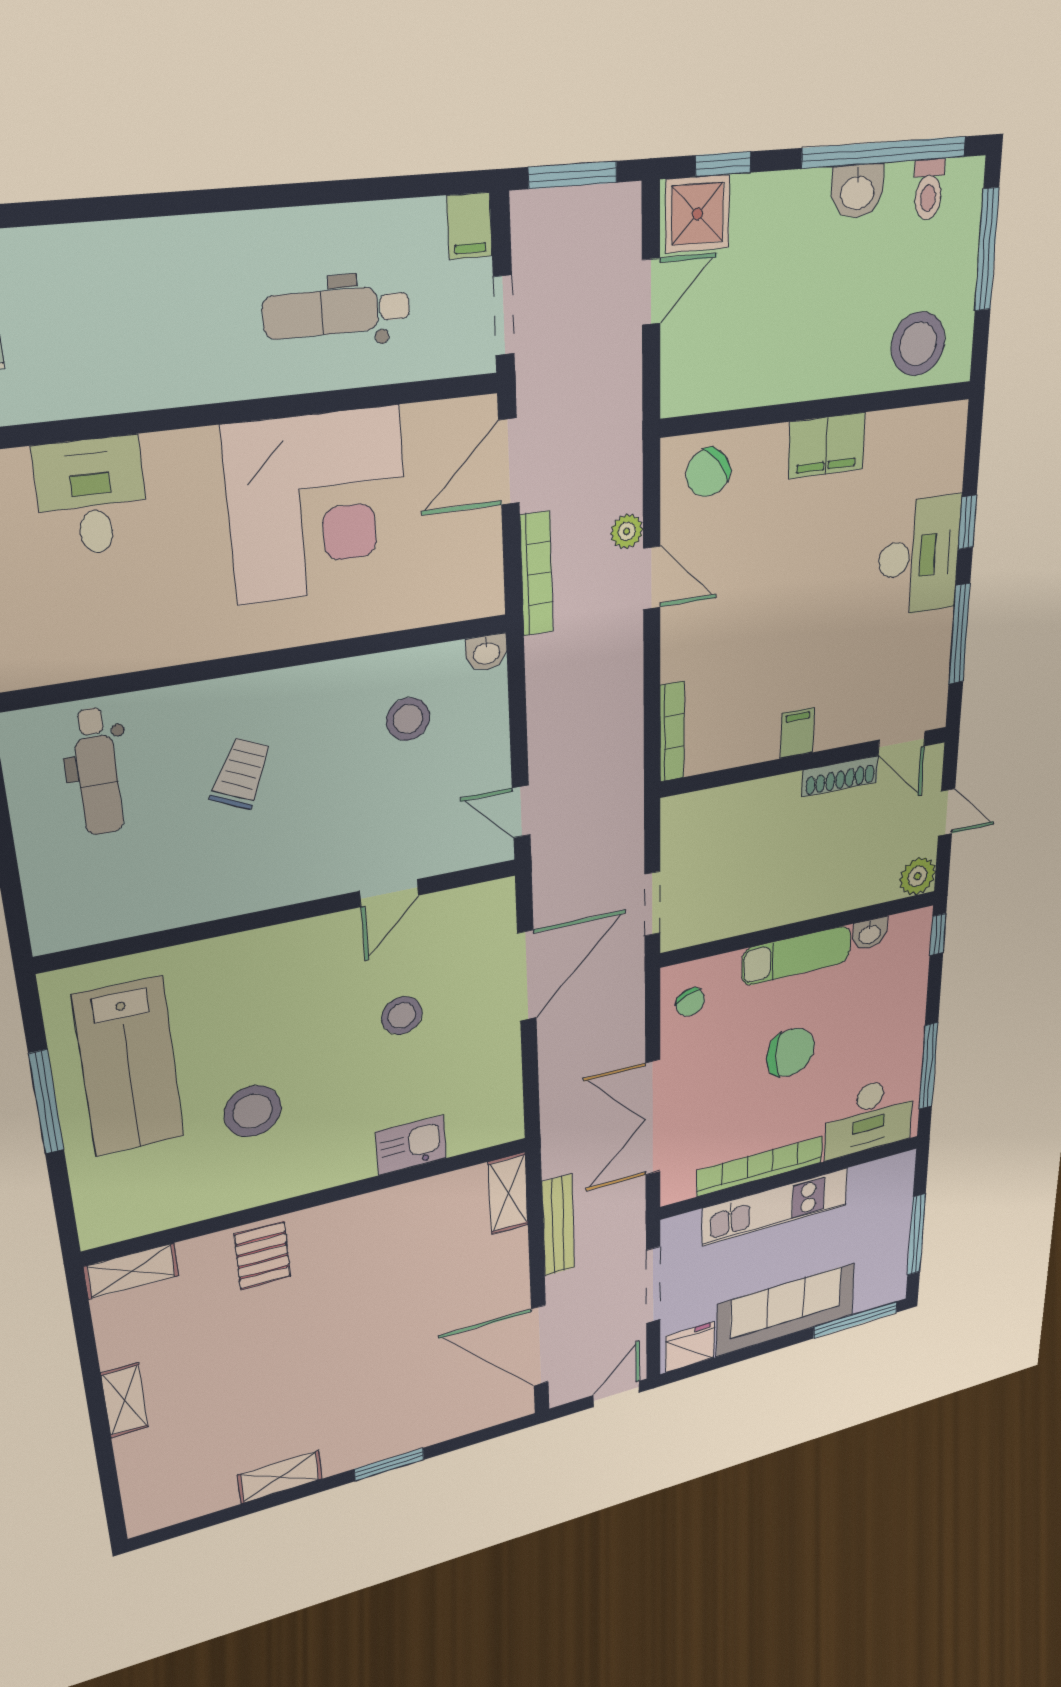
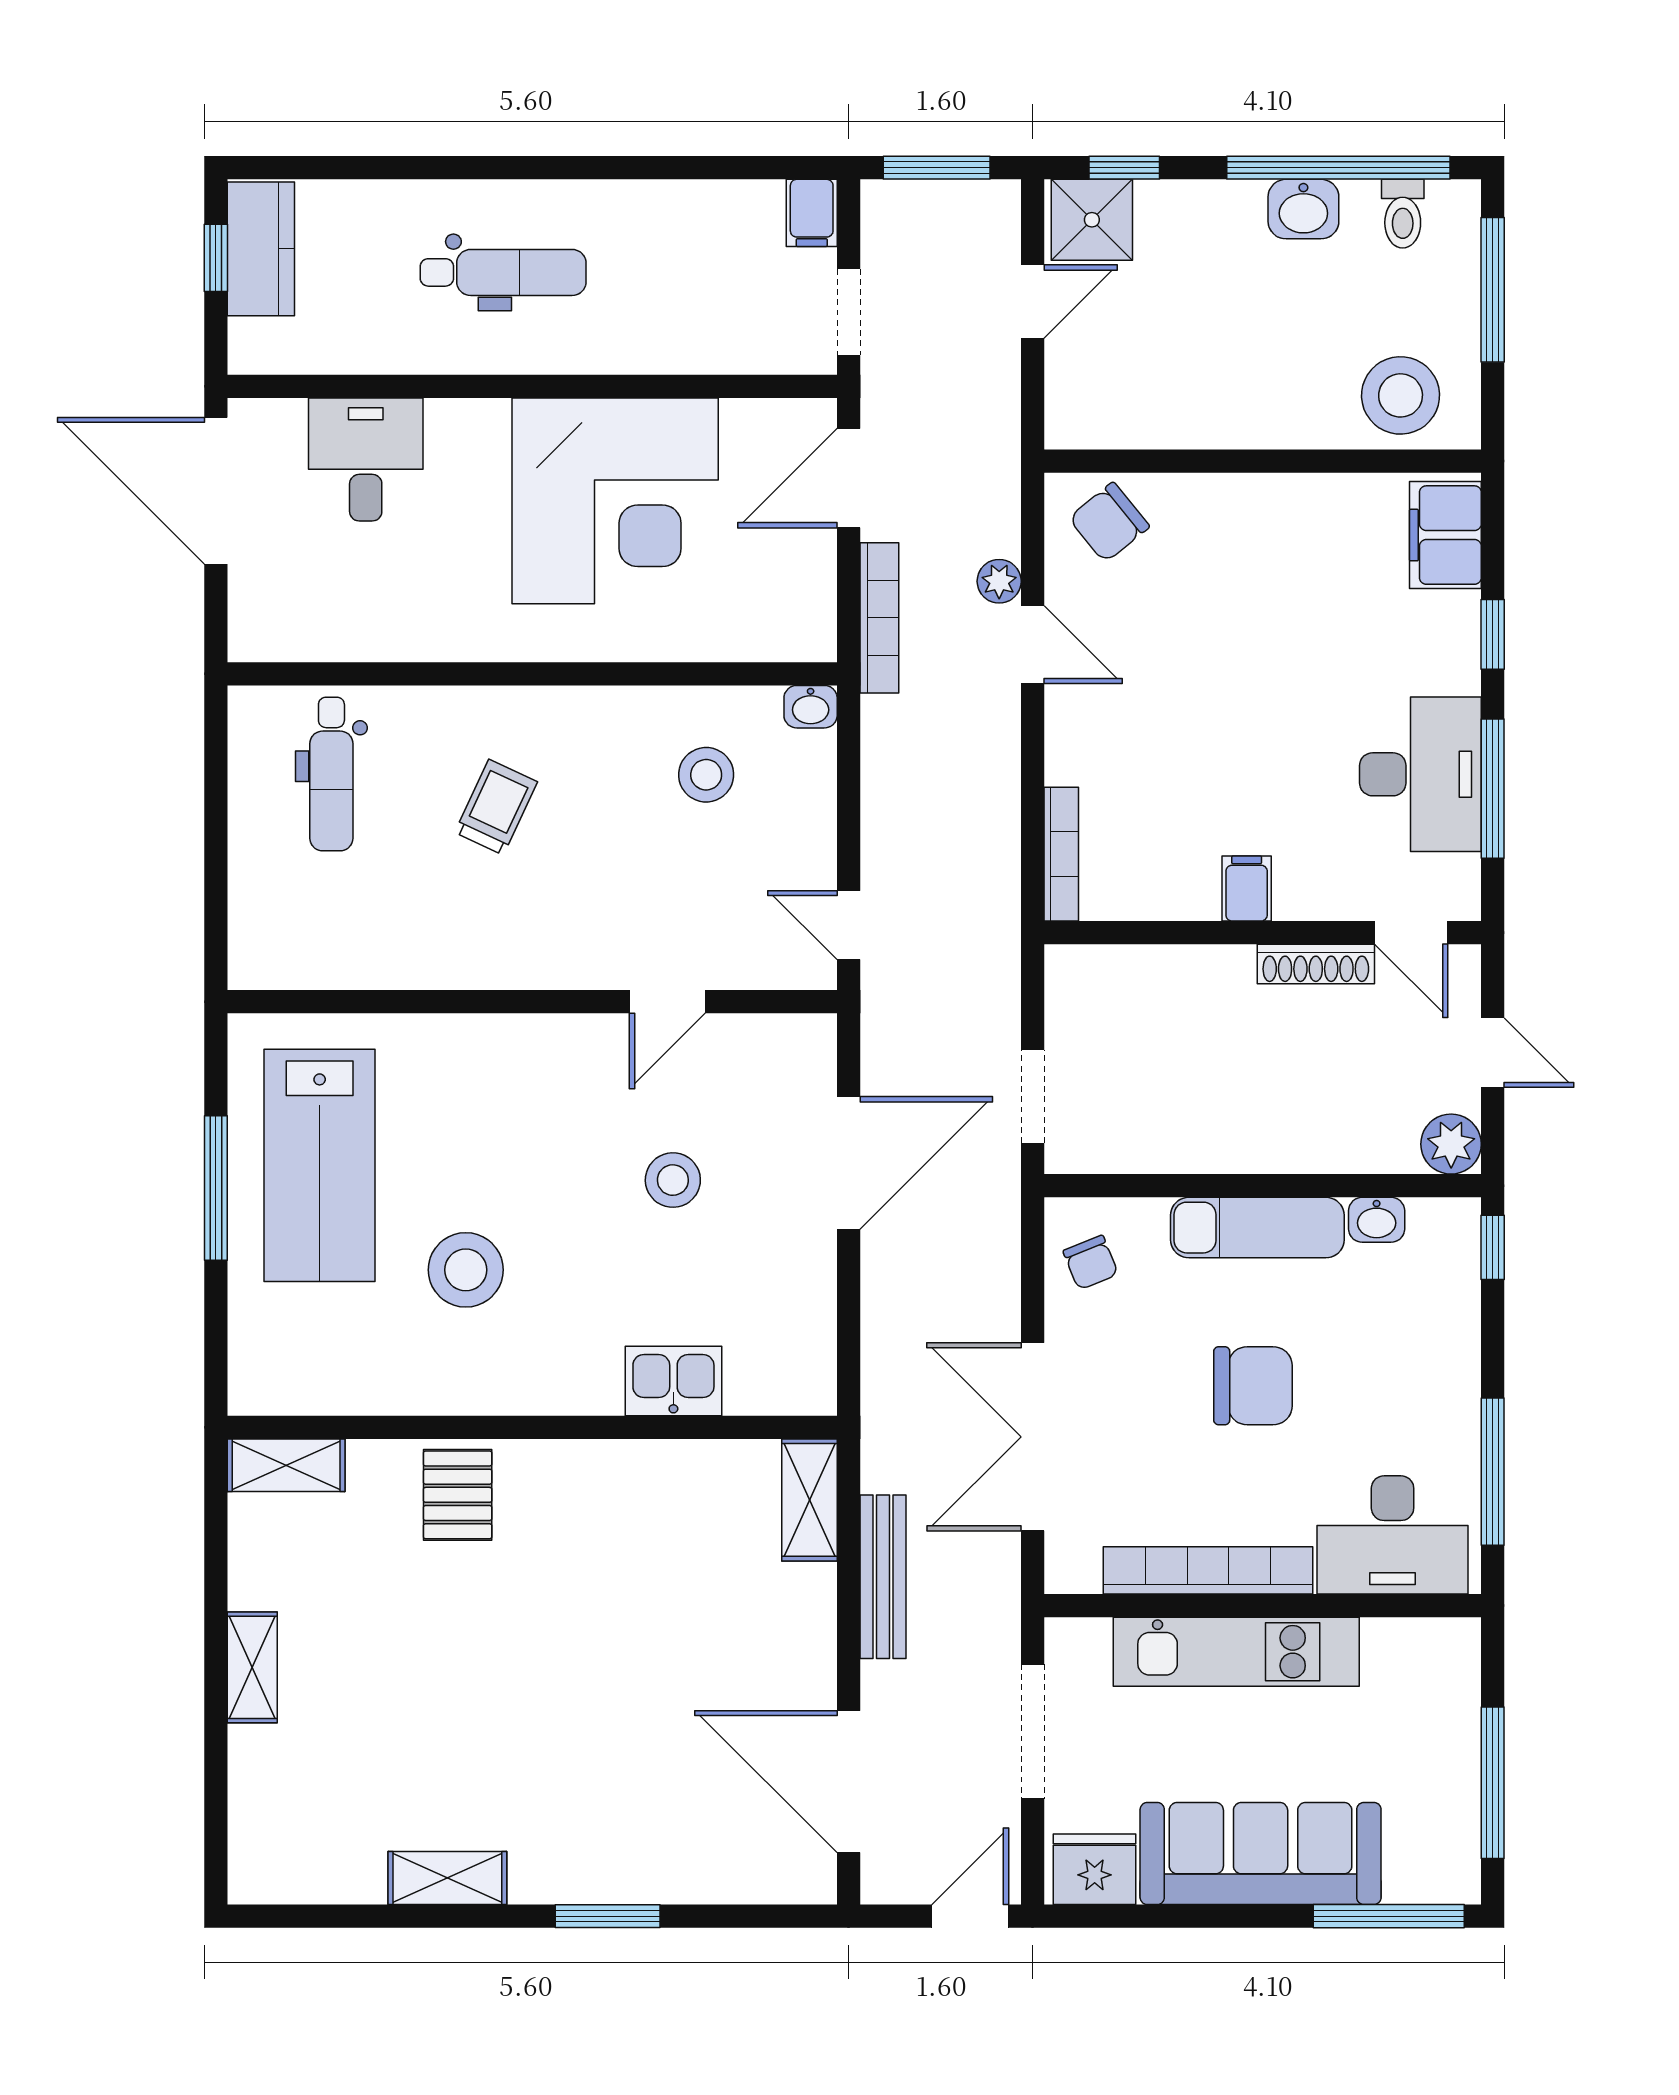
dental chair: (337, 312) -> (503, 272), moved, turned 180
filing cabinet: (827, 446) -> (1445, 535), moved, turned 90
desk: (919, 556) -> (1420, 774), moved

